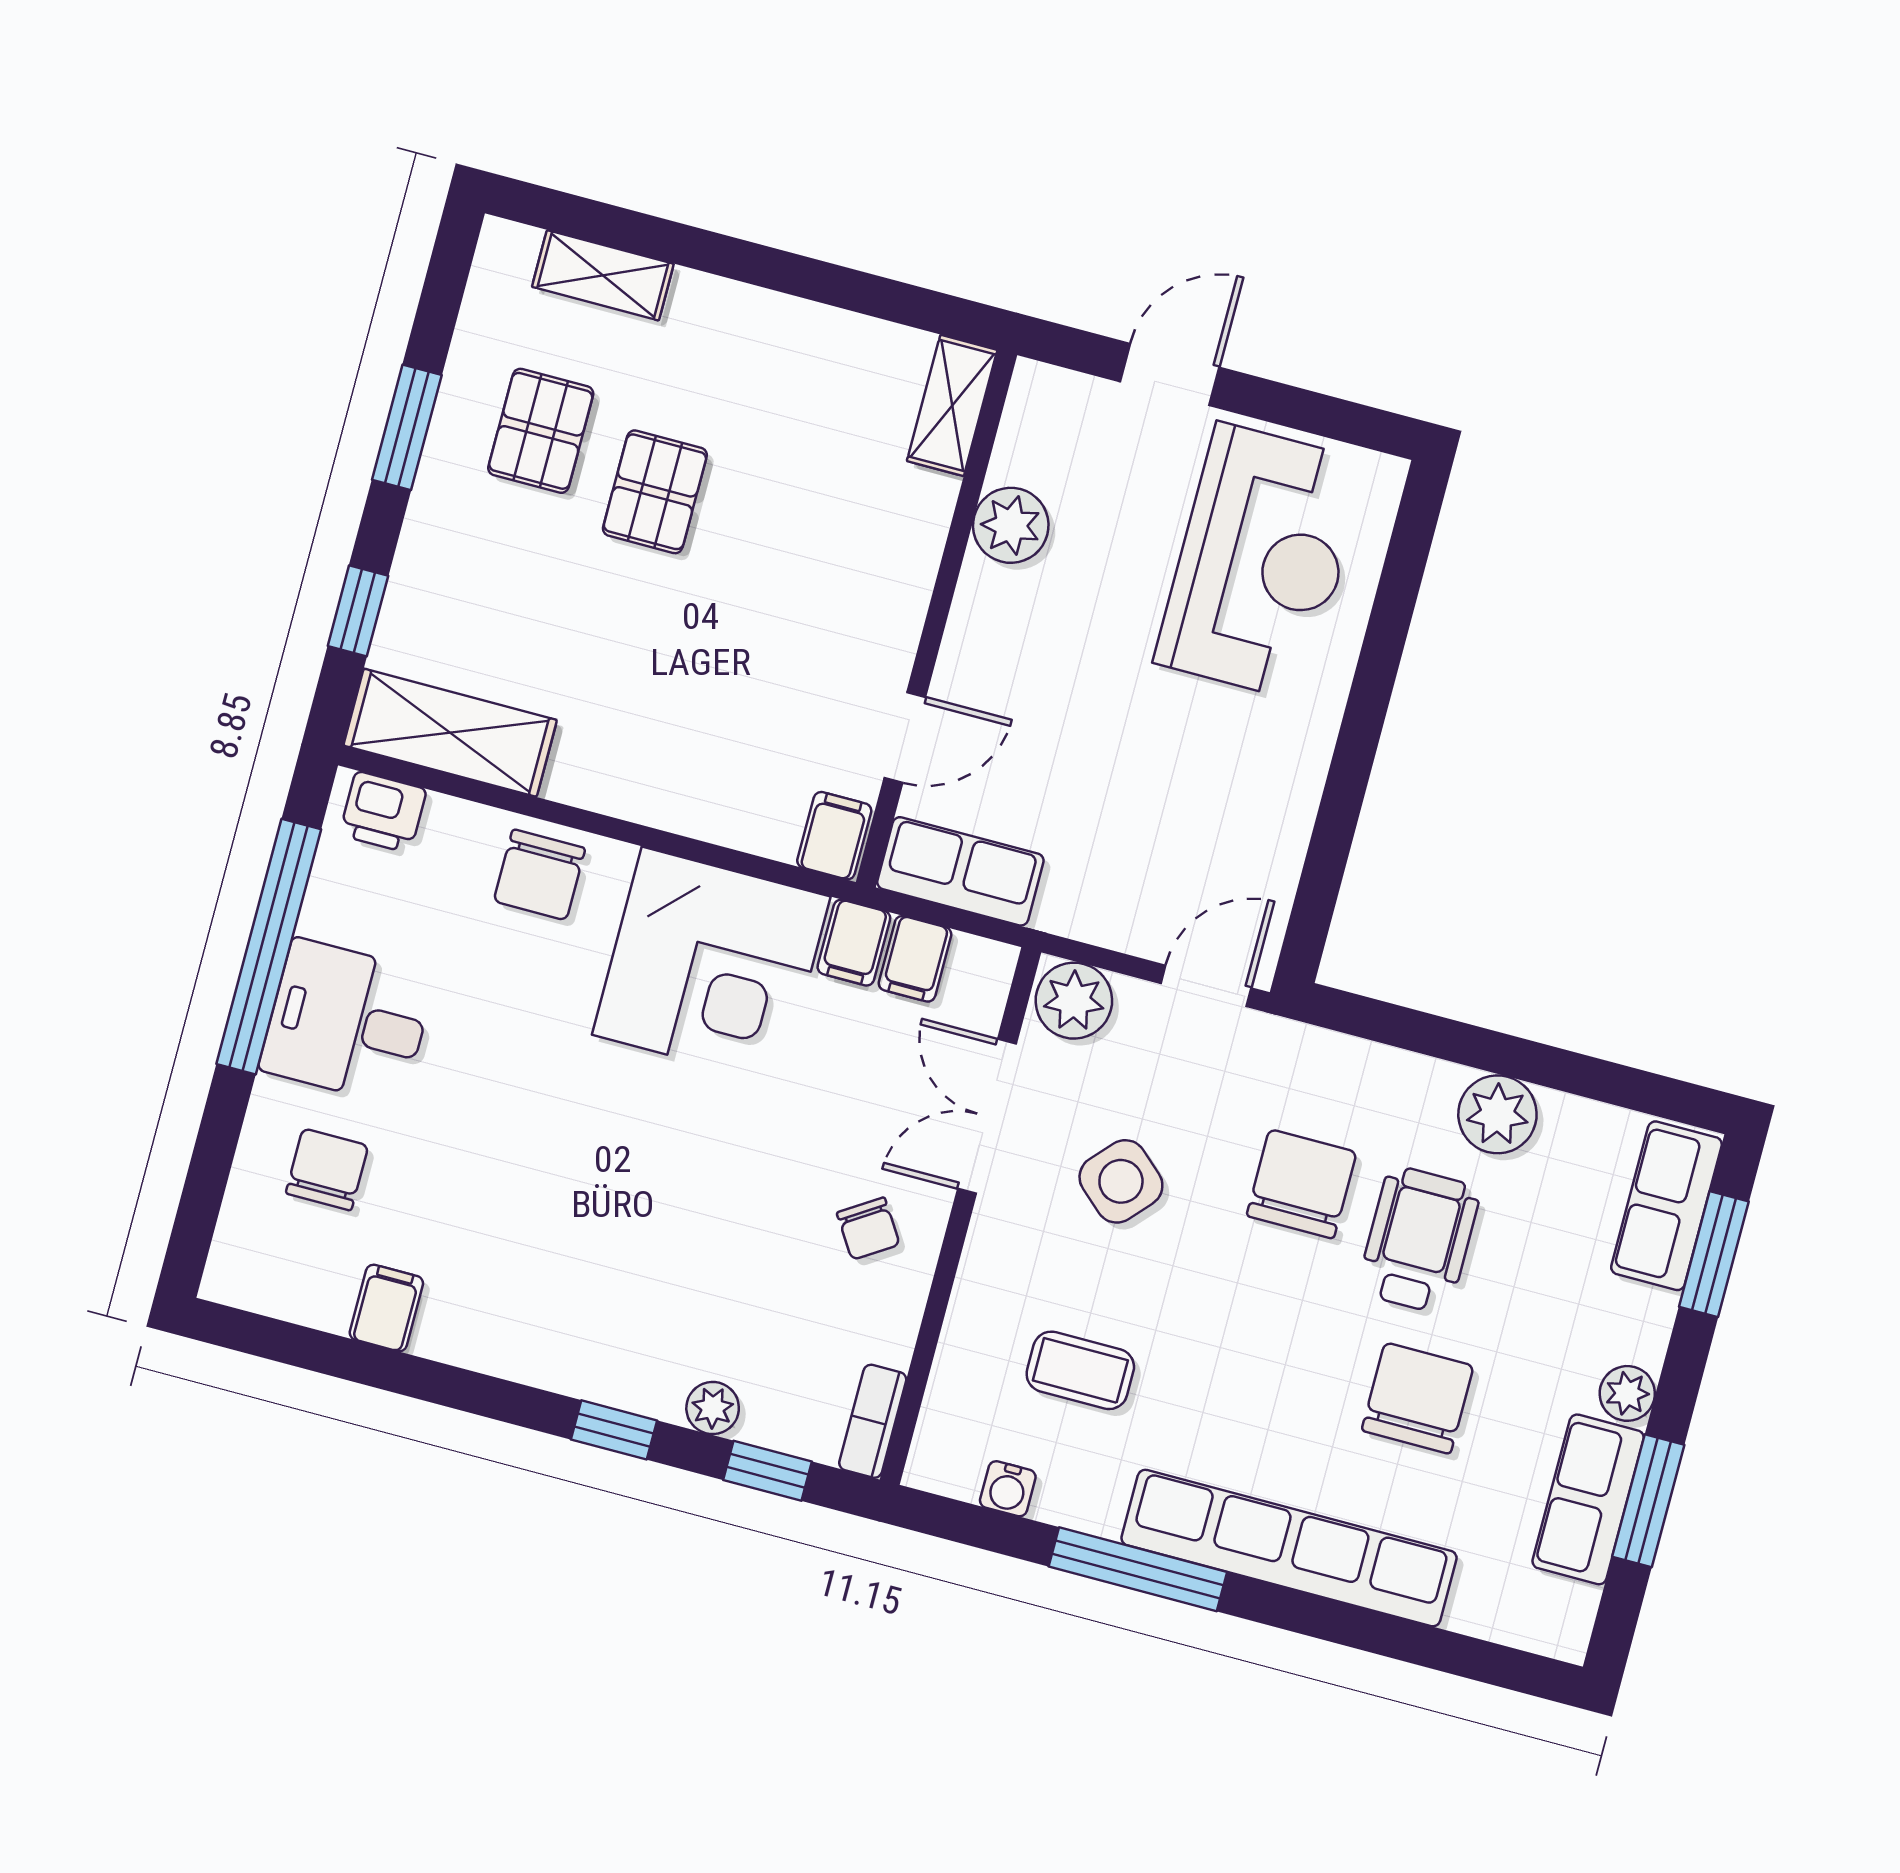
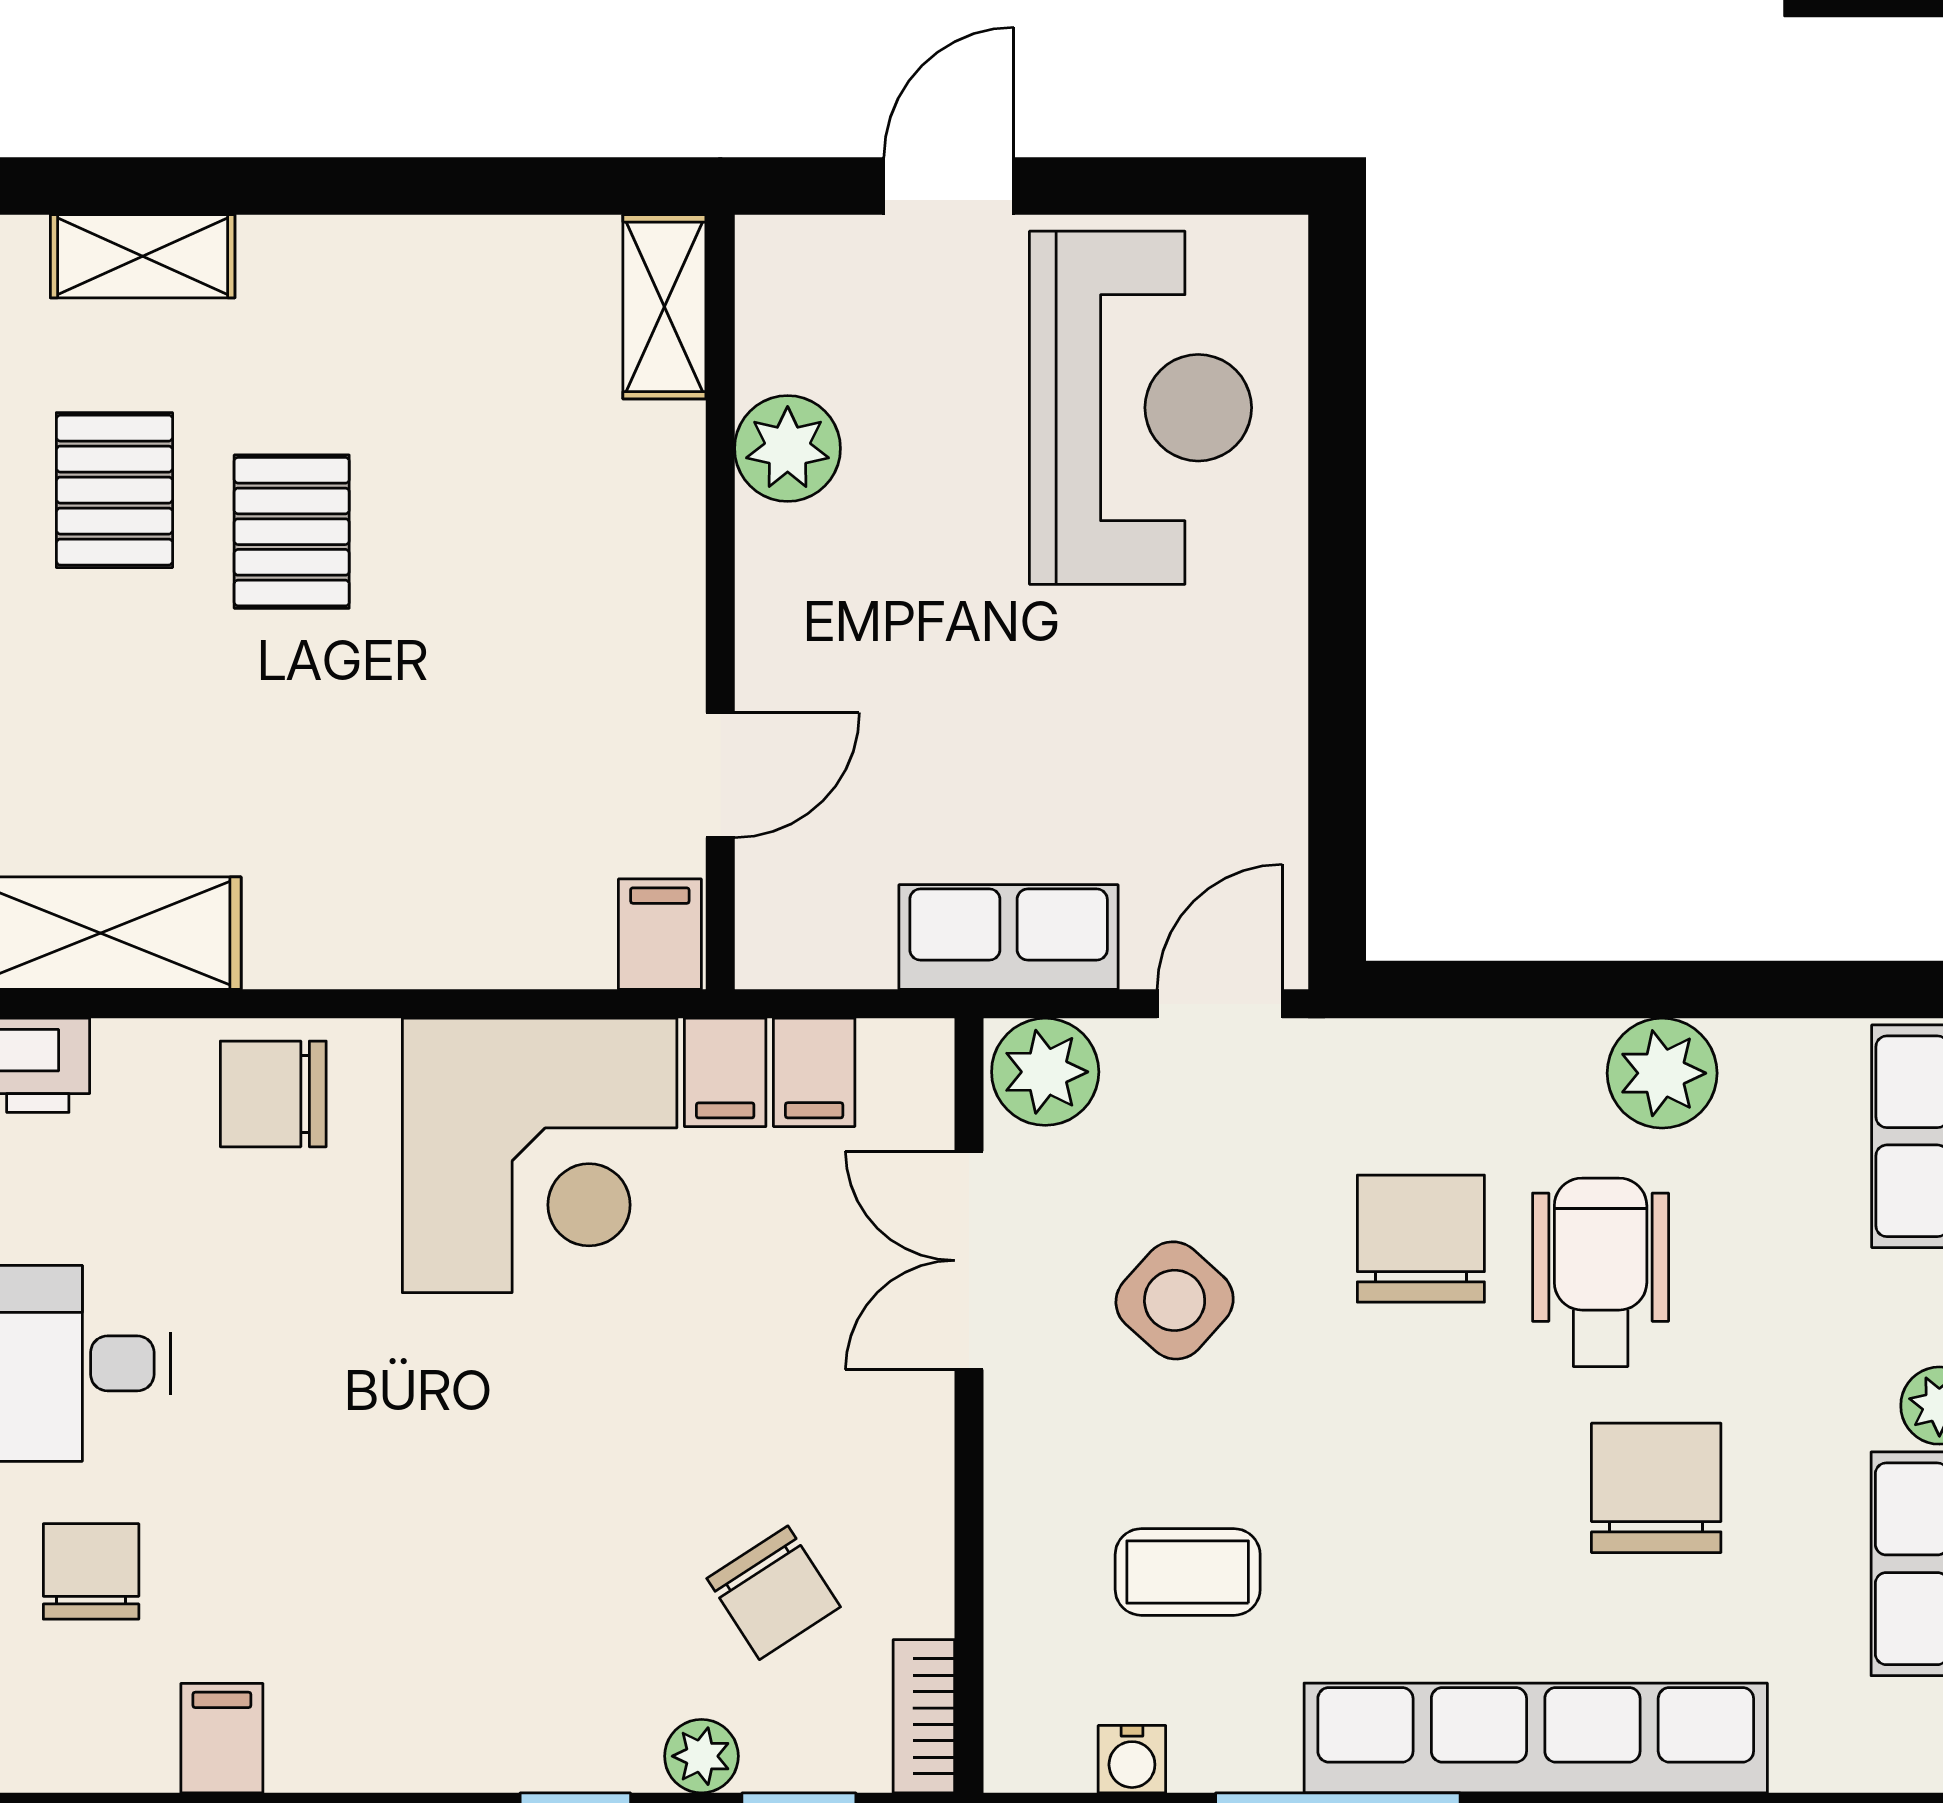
row of seats: (960, 871) -> (1009, 937), moved
chair: (539, 875) -> (273, 1094), turned 90
chair: (868, 1229) -> (774, 1593), moved, width x1.37, depth x1.37

